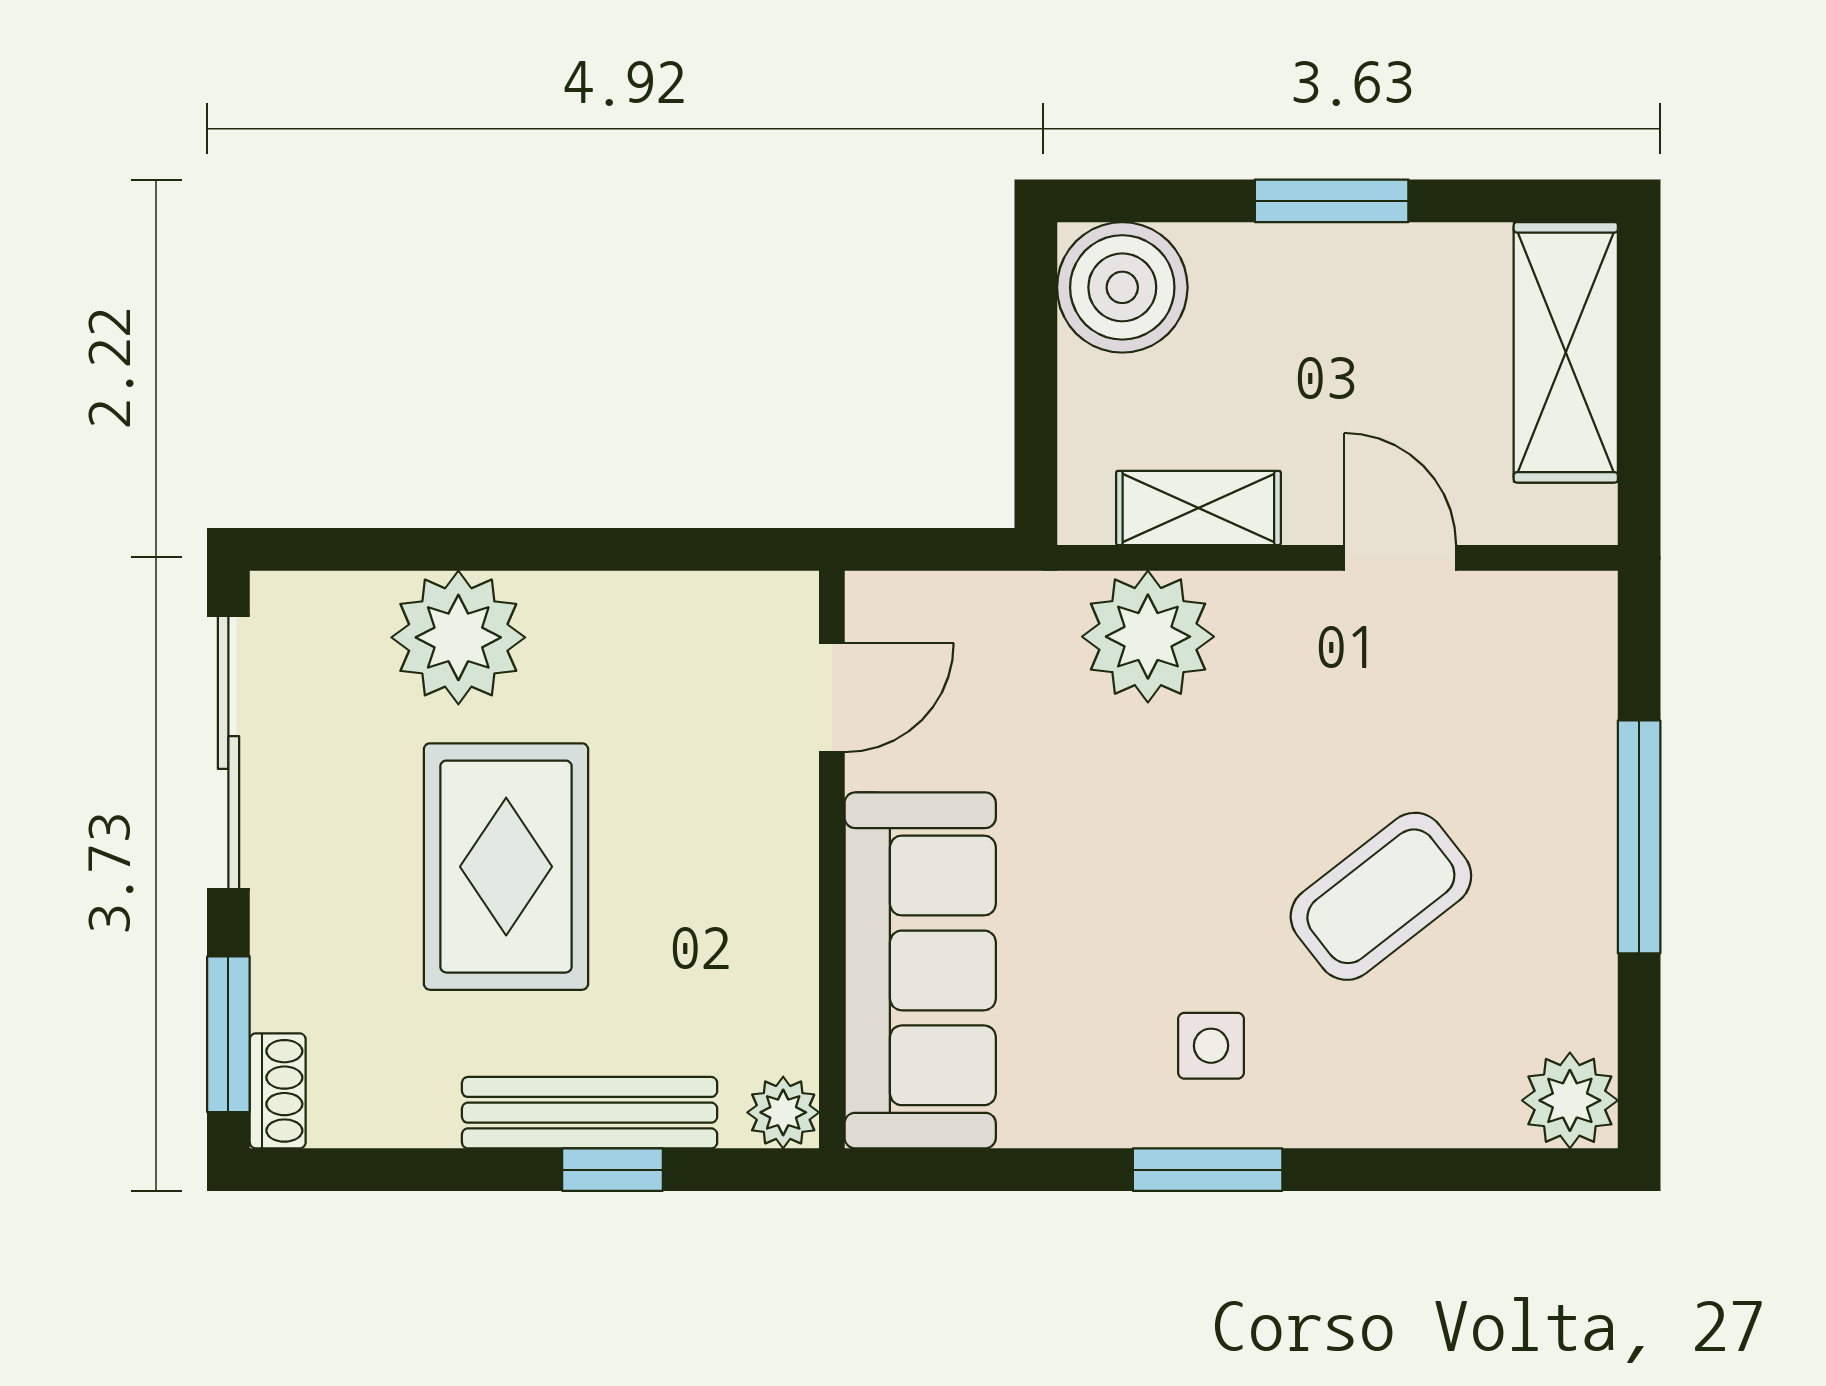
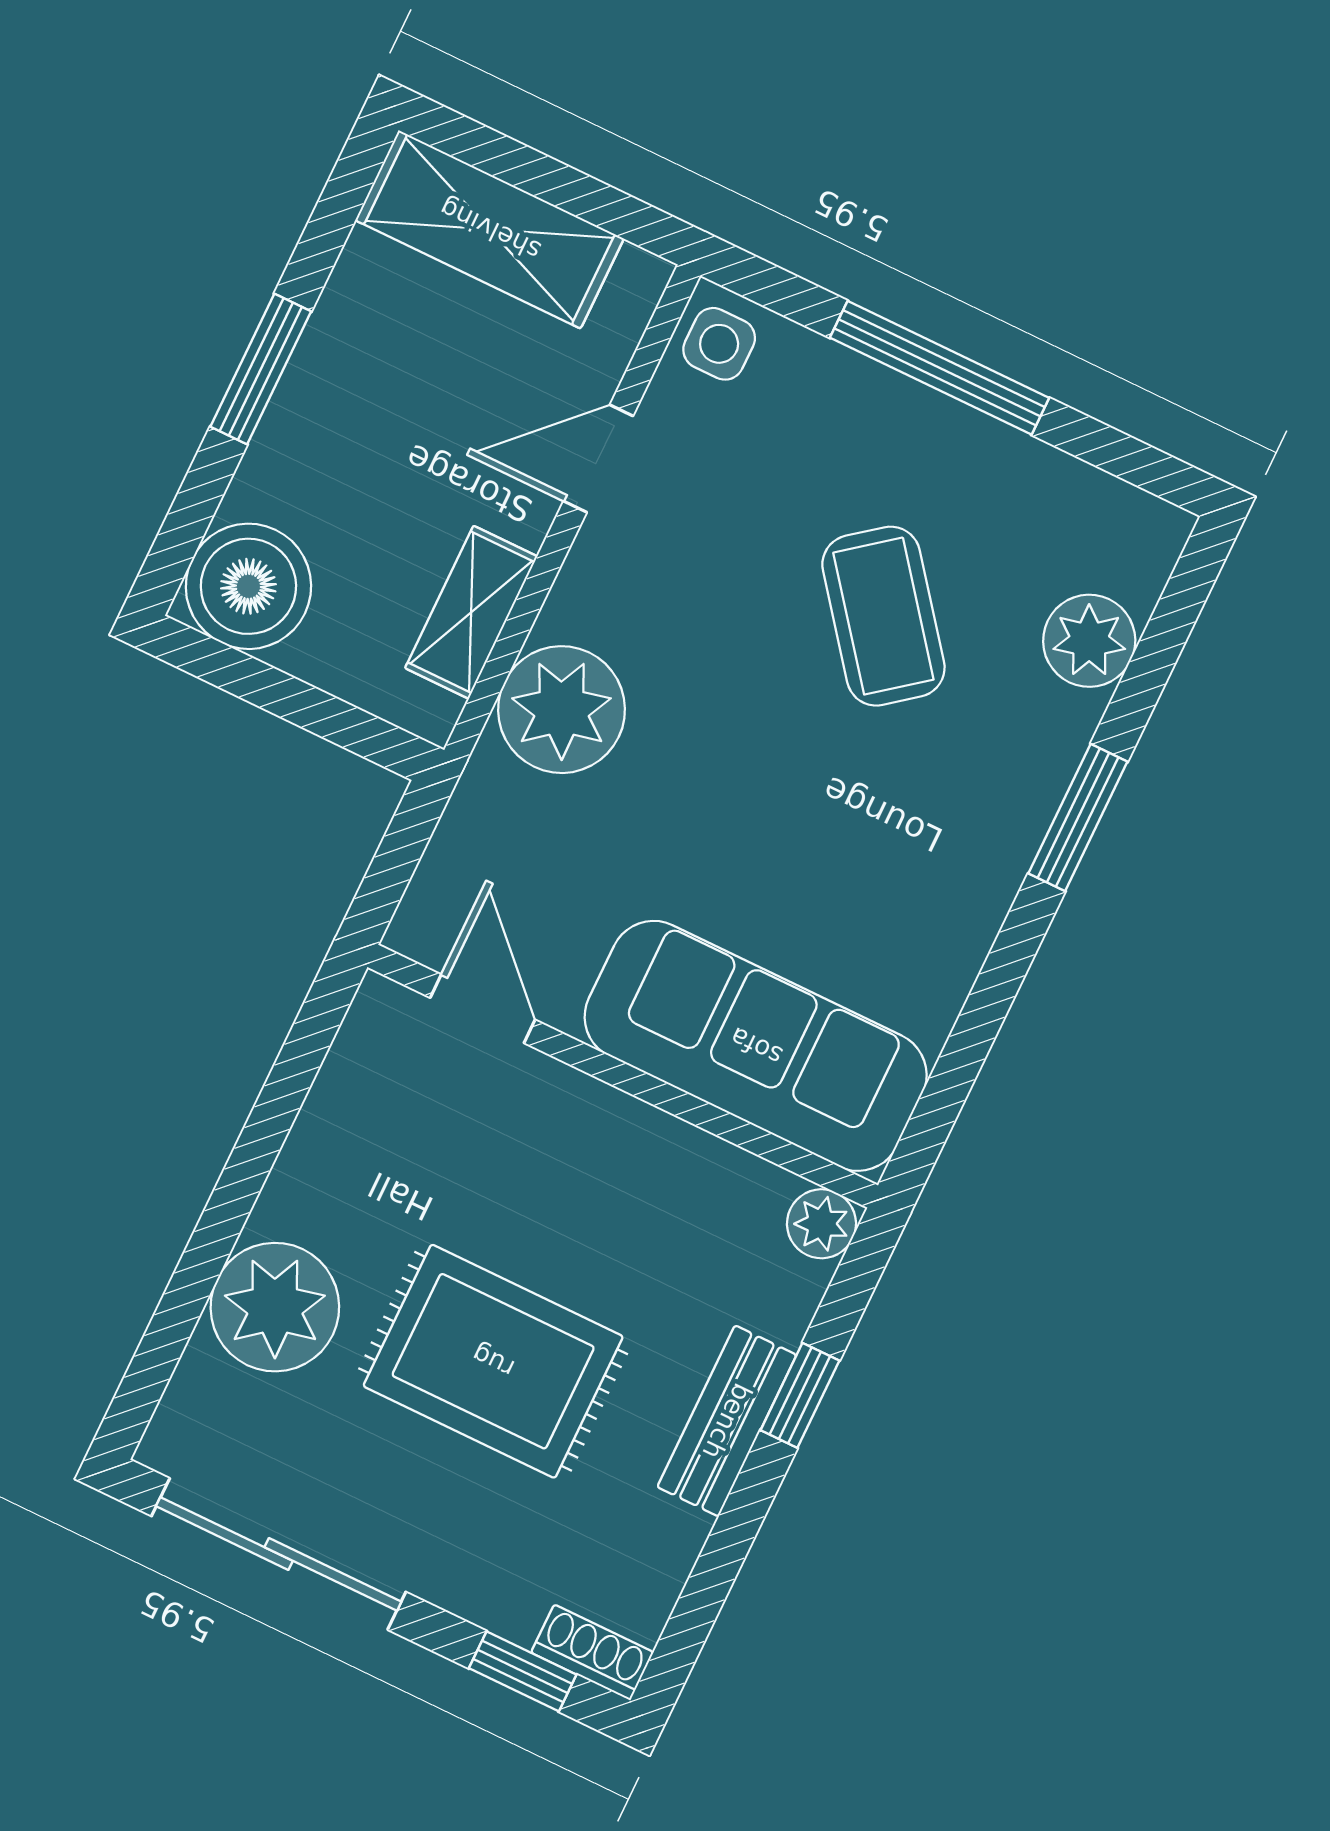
window: (228, 1034) -> (523, 1671), width x0.67
side table: (1211, 1046) -> (719, 344), moved
plant: (1570, 1100) -> (1089, 641), moved
bench: (590, 1113) -> (727, 1421), width x0.73
window: (1208, 1170) -> (1078, 818), moved

